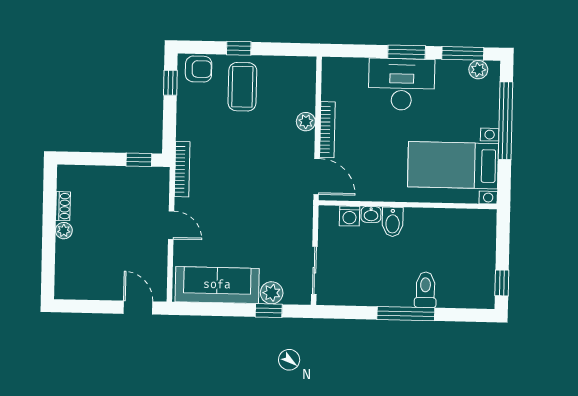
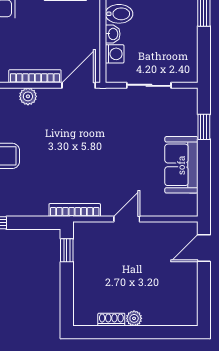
sliding door: (314, 270) -> (149, 85), moved
sofa: (217, 285) -> (181, 165), width x0.73
plant: (272, 293) -> (187, 124), removed

